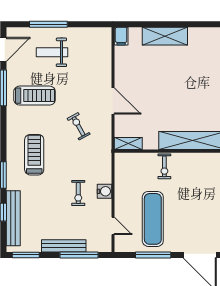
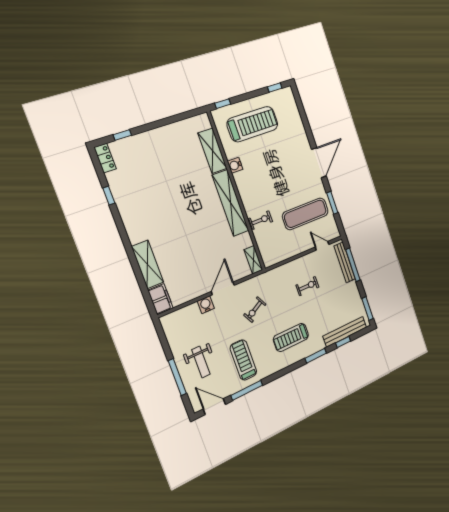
filing cabinet: (121, 36) -> (160, 299), width x2.00
water cooler: (104, 191) -> (206, 305), moved
door: (113, 226) -> (322, 246), hinge flipped
bench: (64, 246) -> (345, 262), moved
window: (153, 255) -> (332, 203), width x0.69

